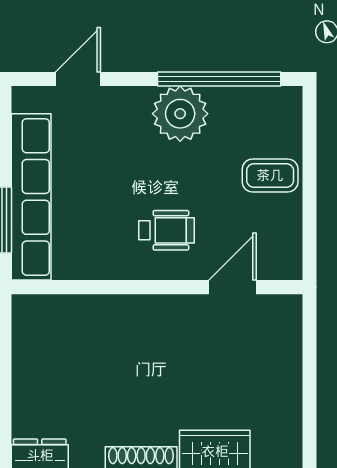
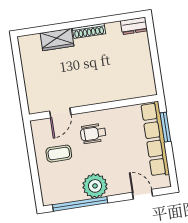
door: (78, 79) -> (142, 194), swing flipped
coffee table: (270, 175) -> (59, 154), moved

